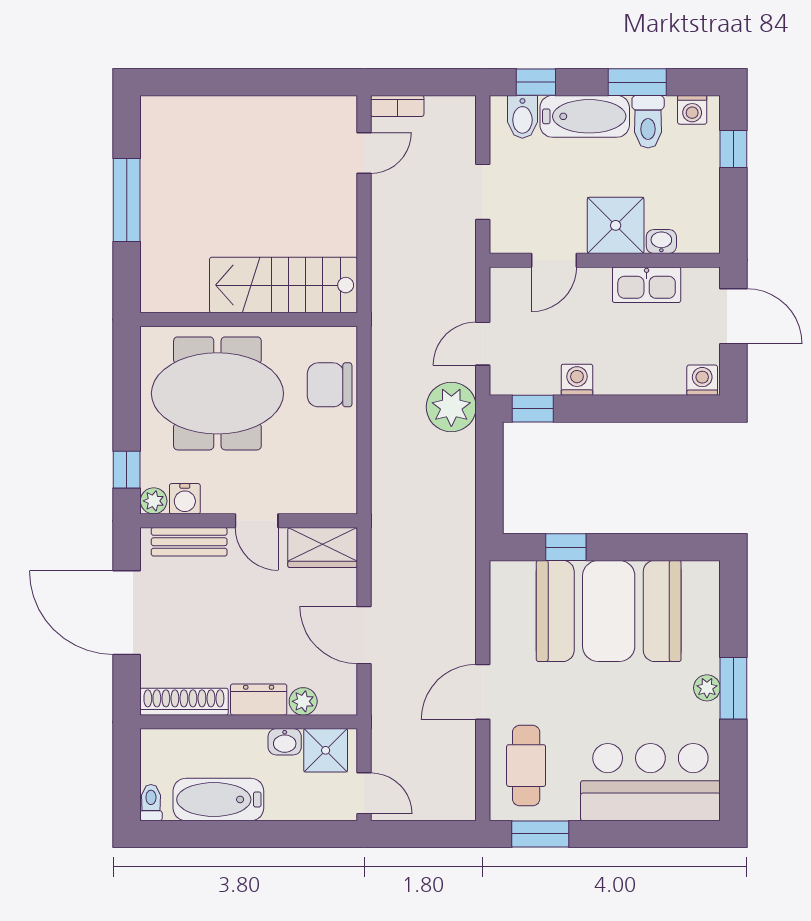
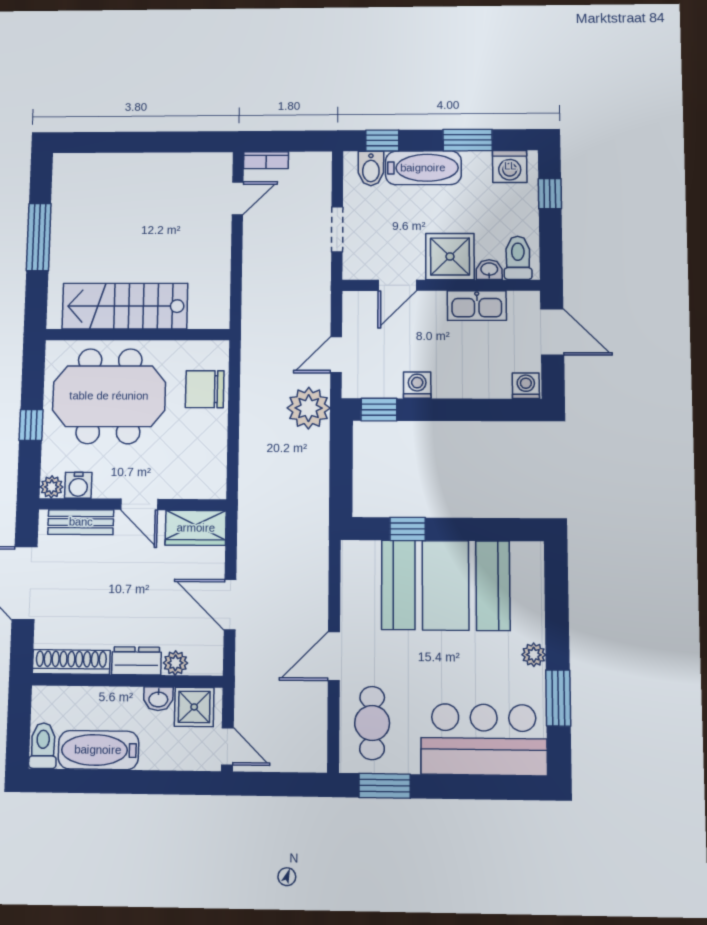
washing machine: (692, 110) -> (510, 166), width x1.38, depth x1.38
toilet: (648, 122) -> (518, 258), moved, turned 180
stairs: (284, 285) -> (125, 306), moved
window: (127, 470) -> (31, 425), moved
window: (733, 688) -> (558, 698), moved
toilet: (151, 803) -> (43, 746), width x1.37, depth x1.39

